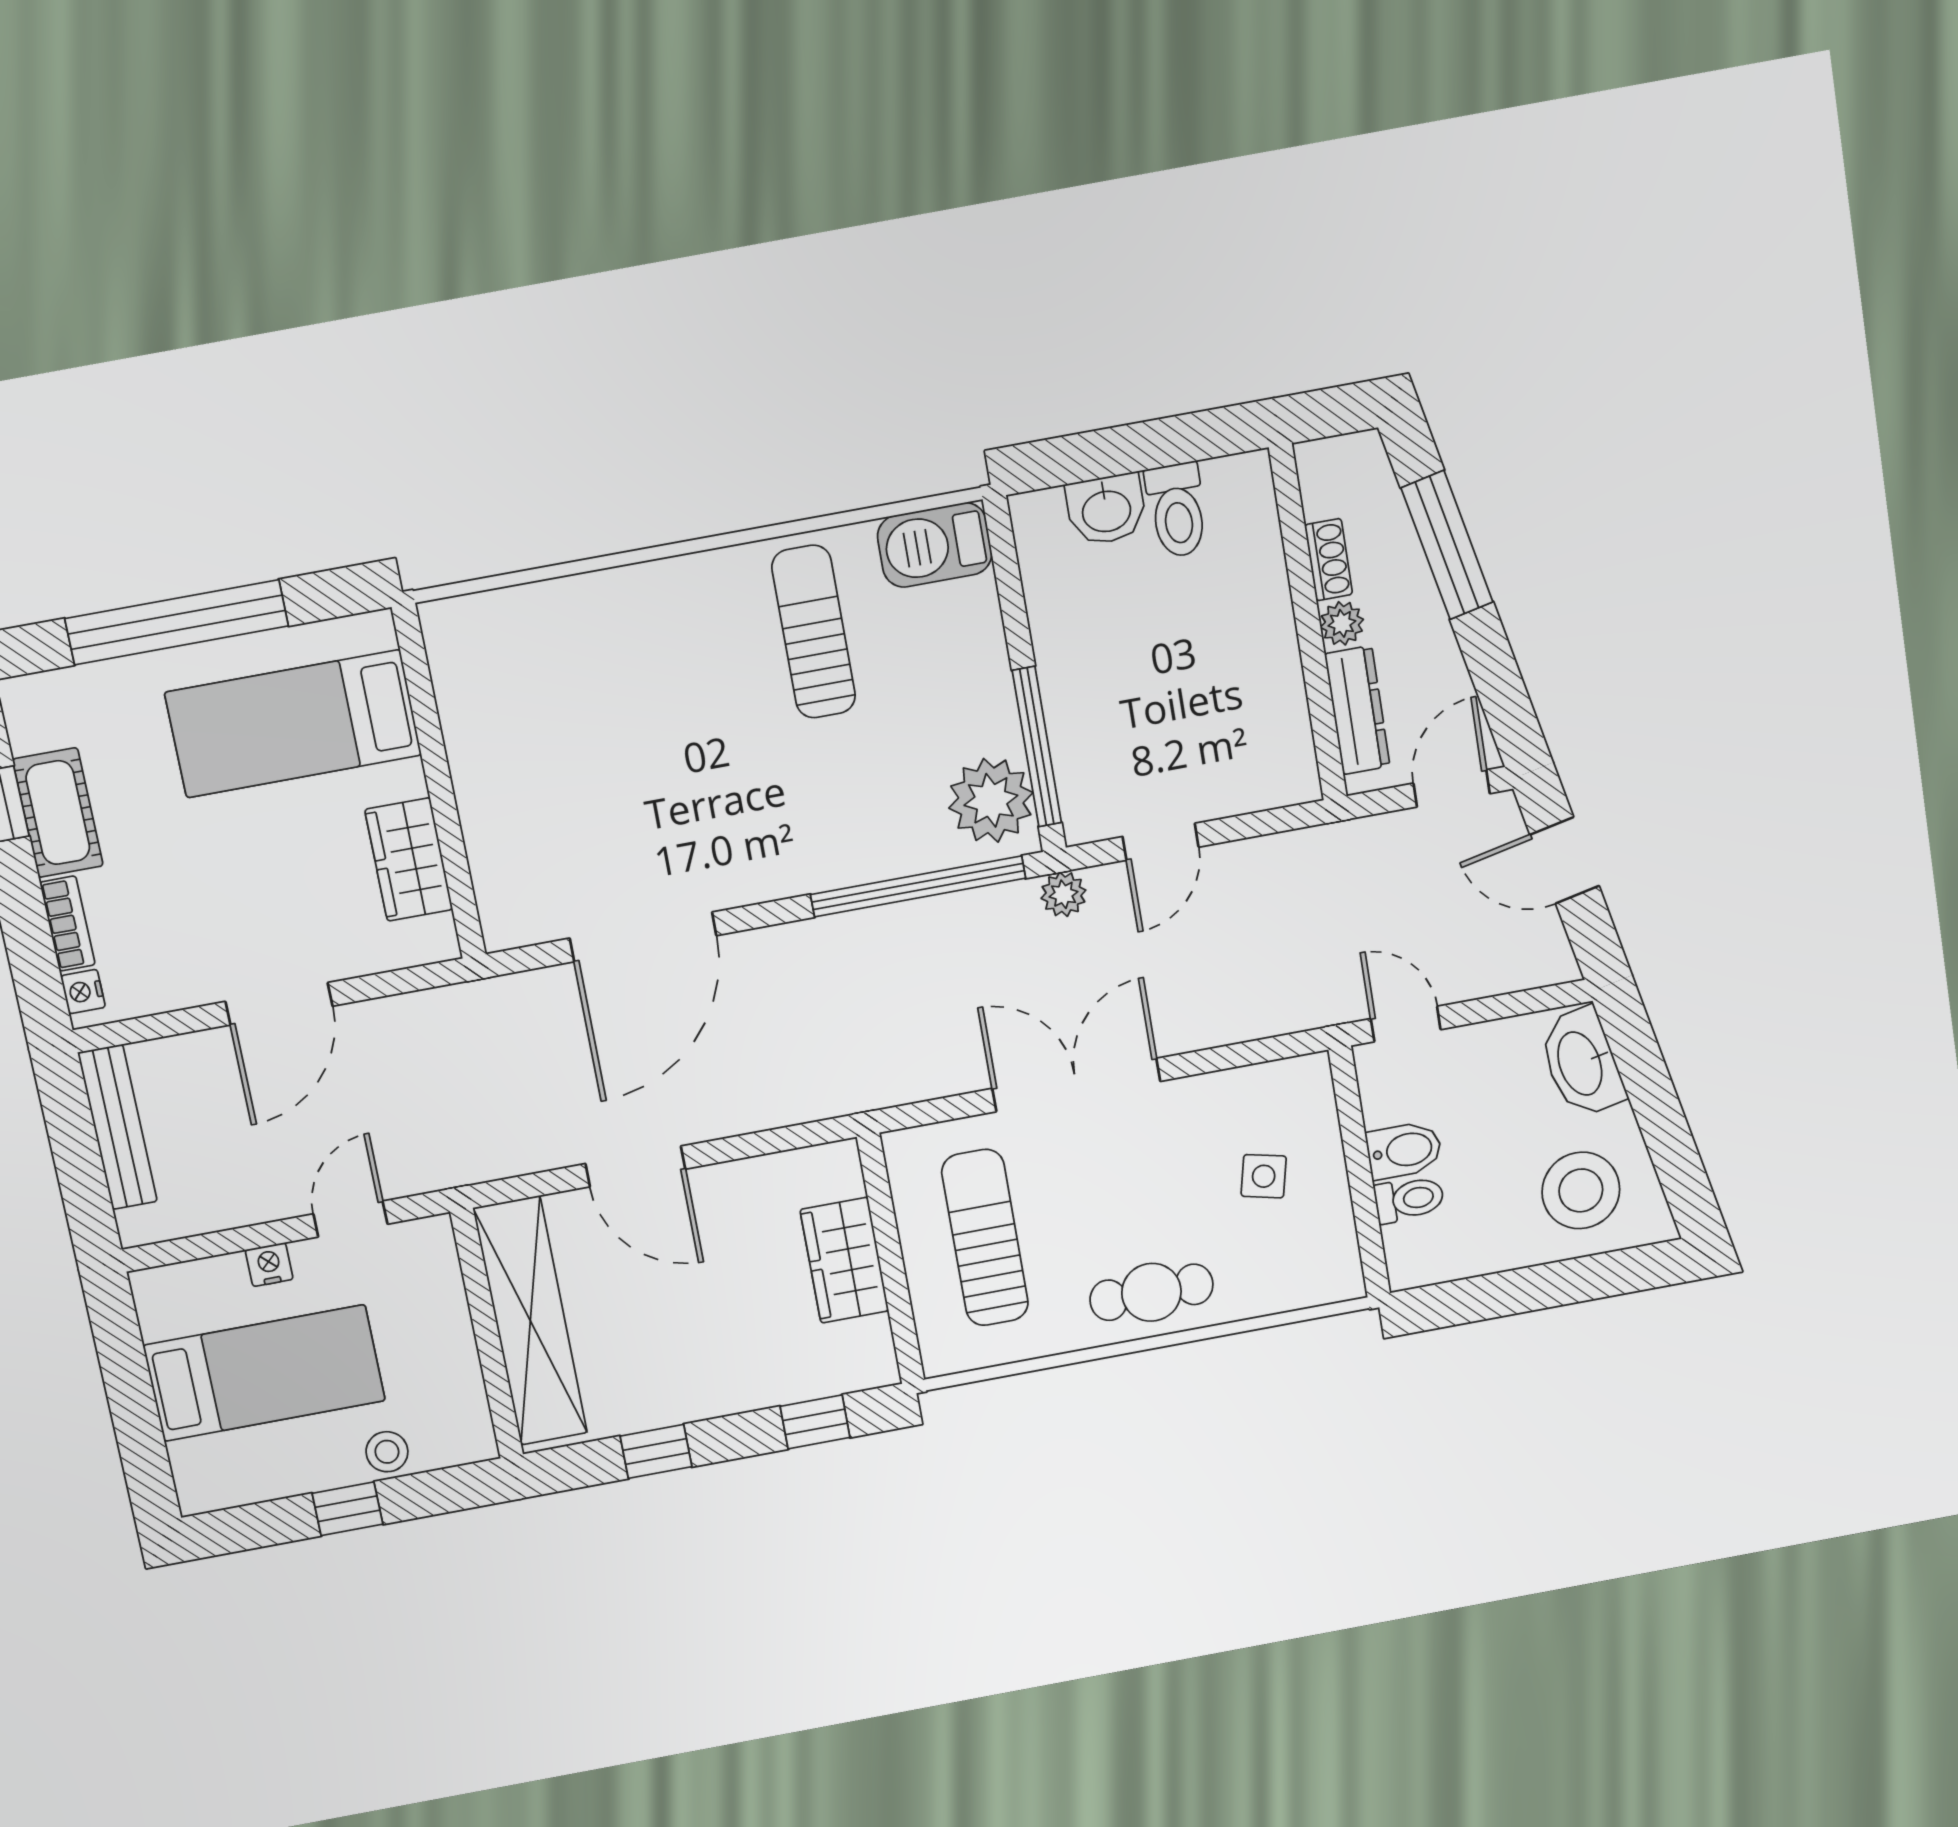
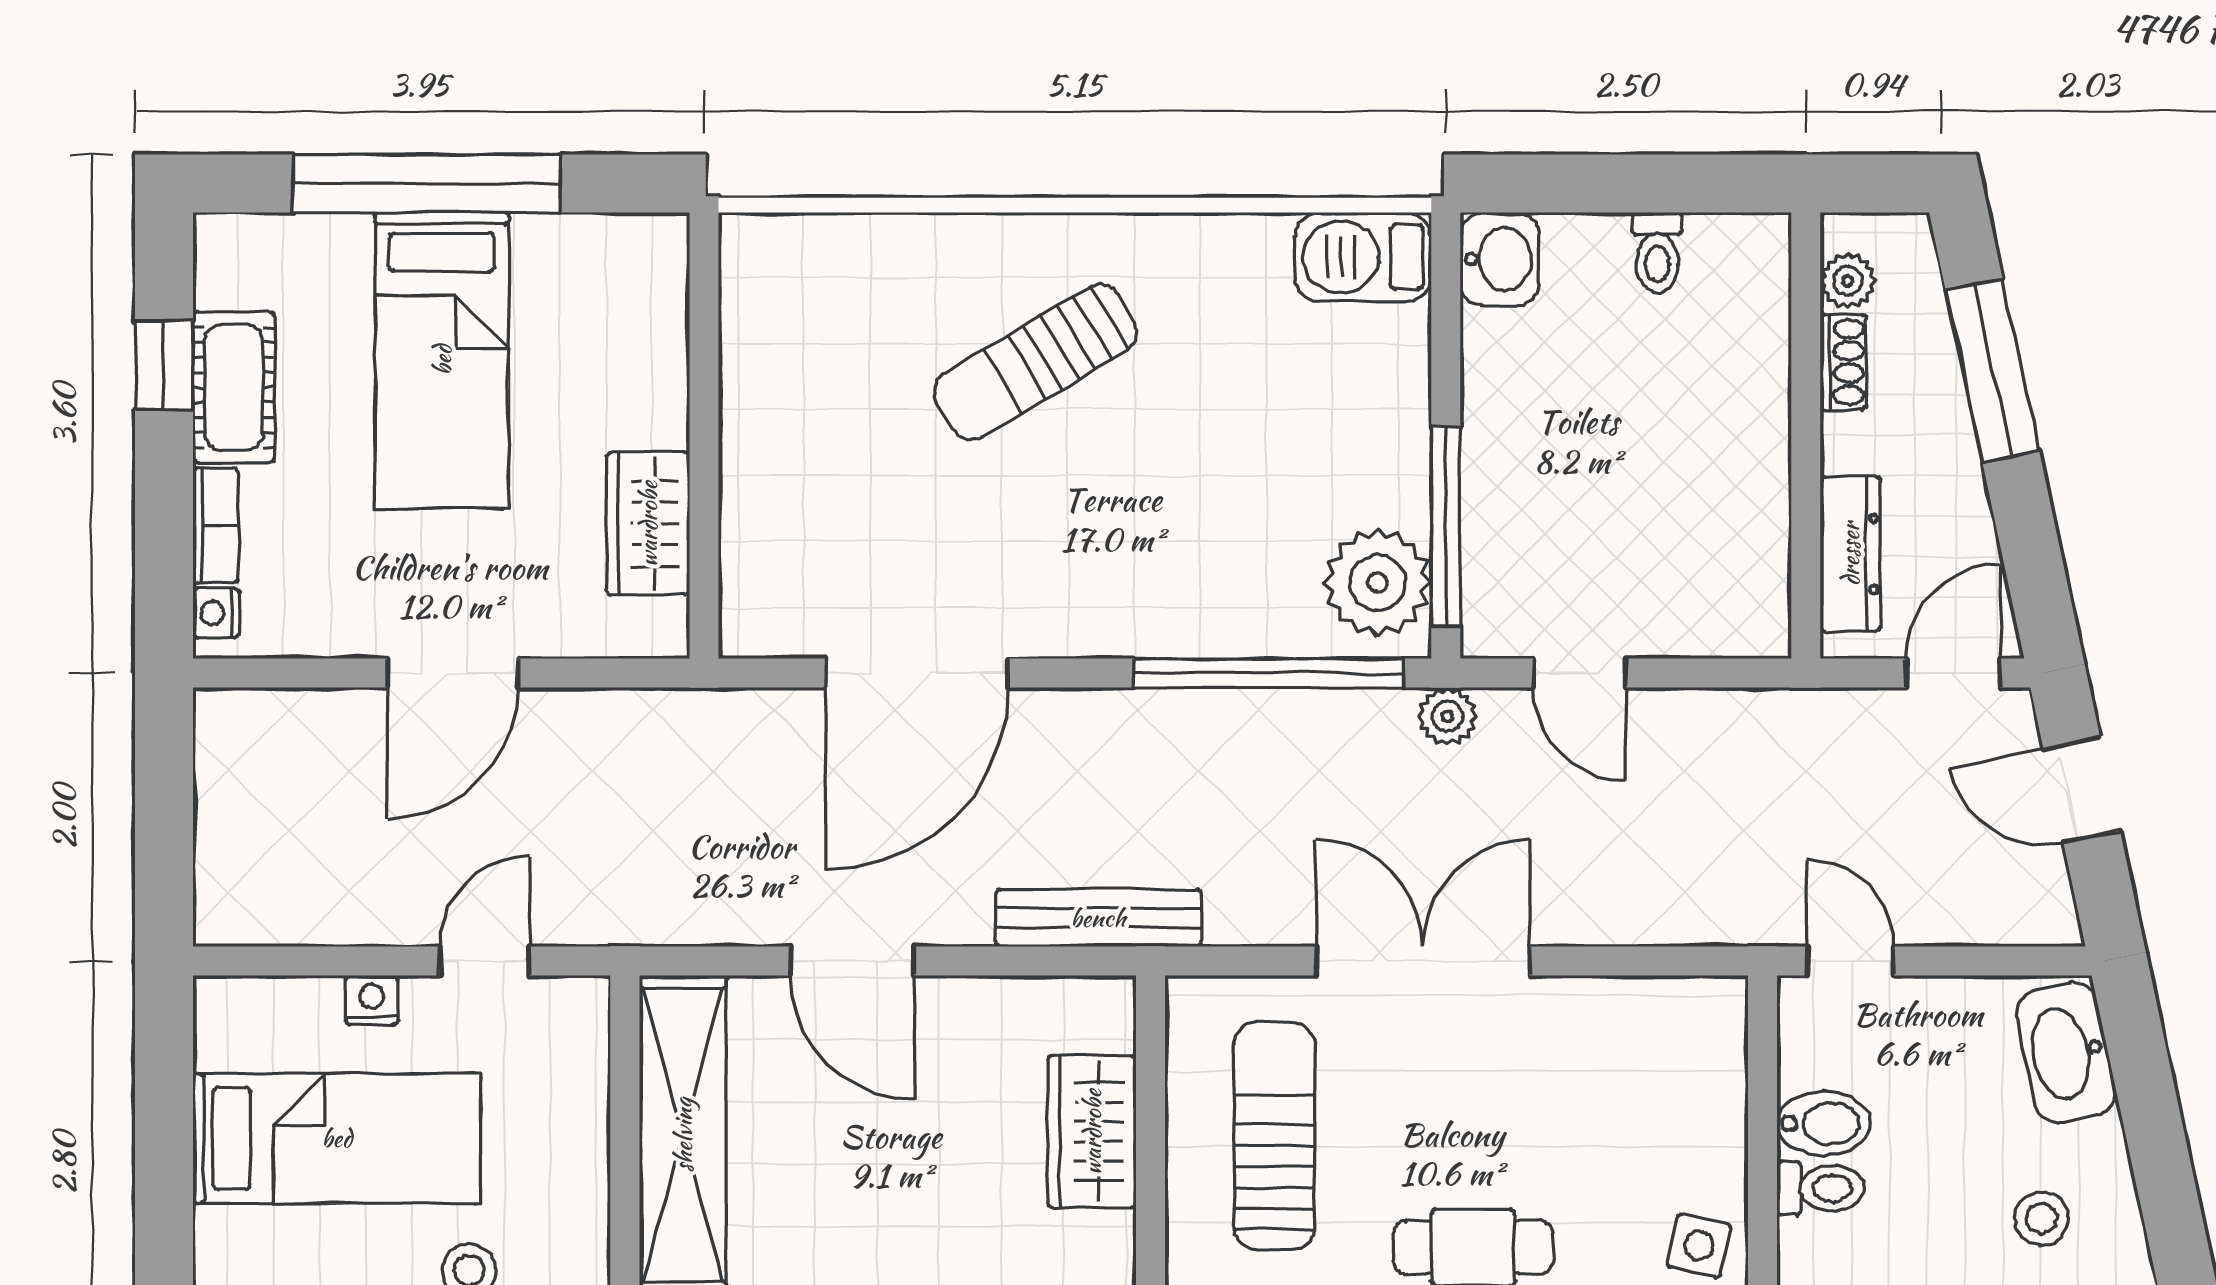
washbasin: (1106, 510) -> (1500, 259), moved, turned -90
toilet: (1177, 510) -> (1657, 253), width x0.73, depth x0.72
plant: (1342, 623) -> (1848, 281), moved
sun lounger: (814, 632) -> (1035, 362), moved, turned -121
bed: (293, 724) -> (442, 360), moved, turned -90
door: (1161, 842) -> (1579, 673), hinge flipped
bench: (118, 1127) -> (1098, 918), moved, turned 90
side table: (1264, 1176) -> (1699, 1246), moved
stool: (1581, 1190) -> (2041, 1218), width x0.53, depth x0.53

